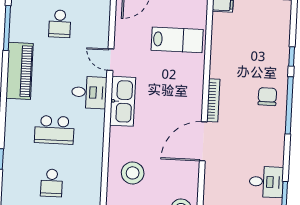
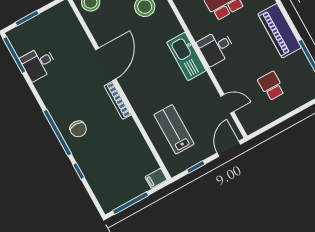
lab bench: (177, 40) -> (174, 129), turned 90
door: (110, 60) -> (227, 104), moved

